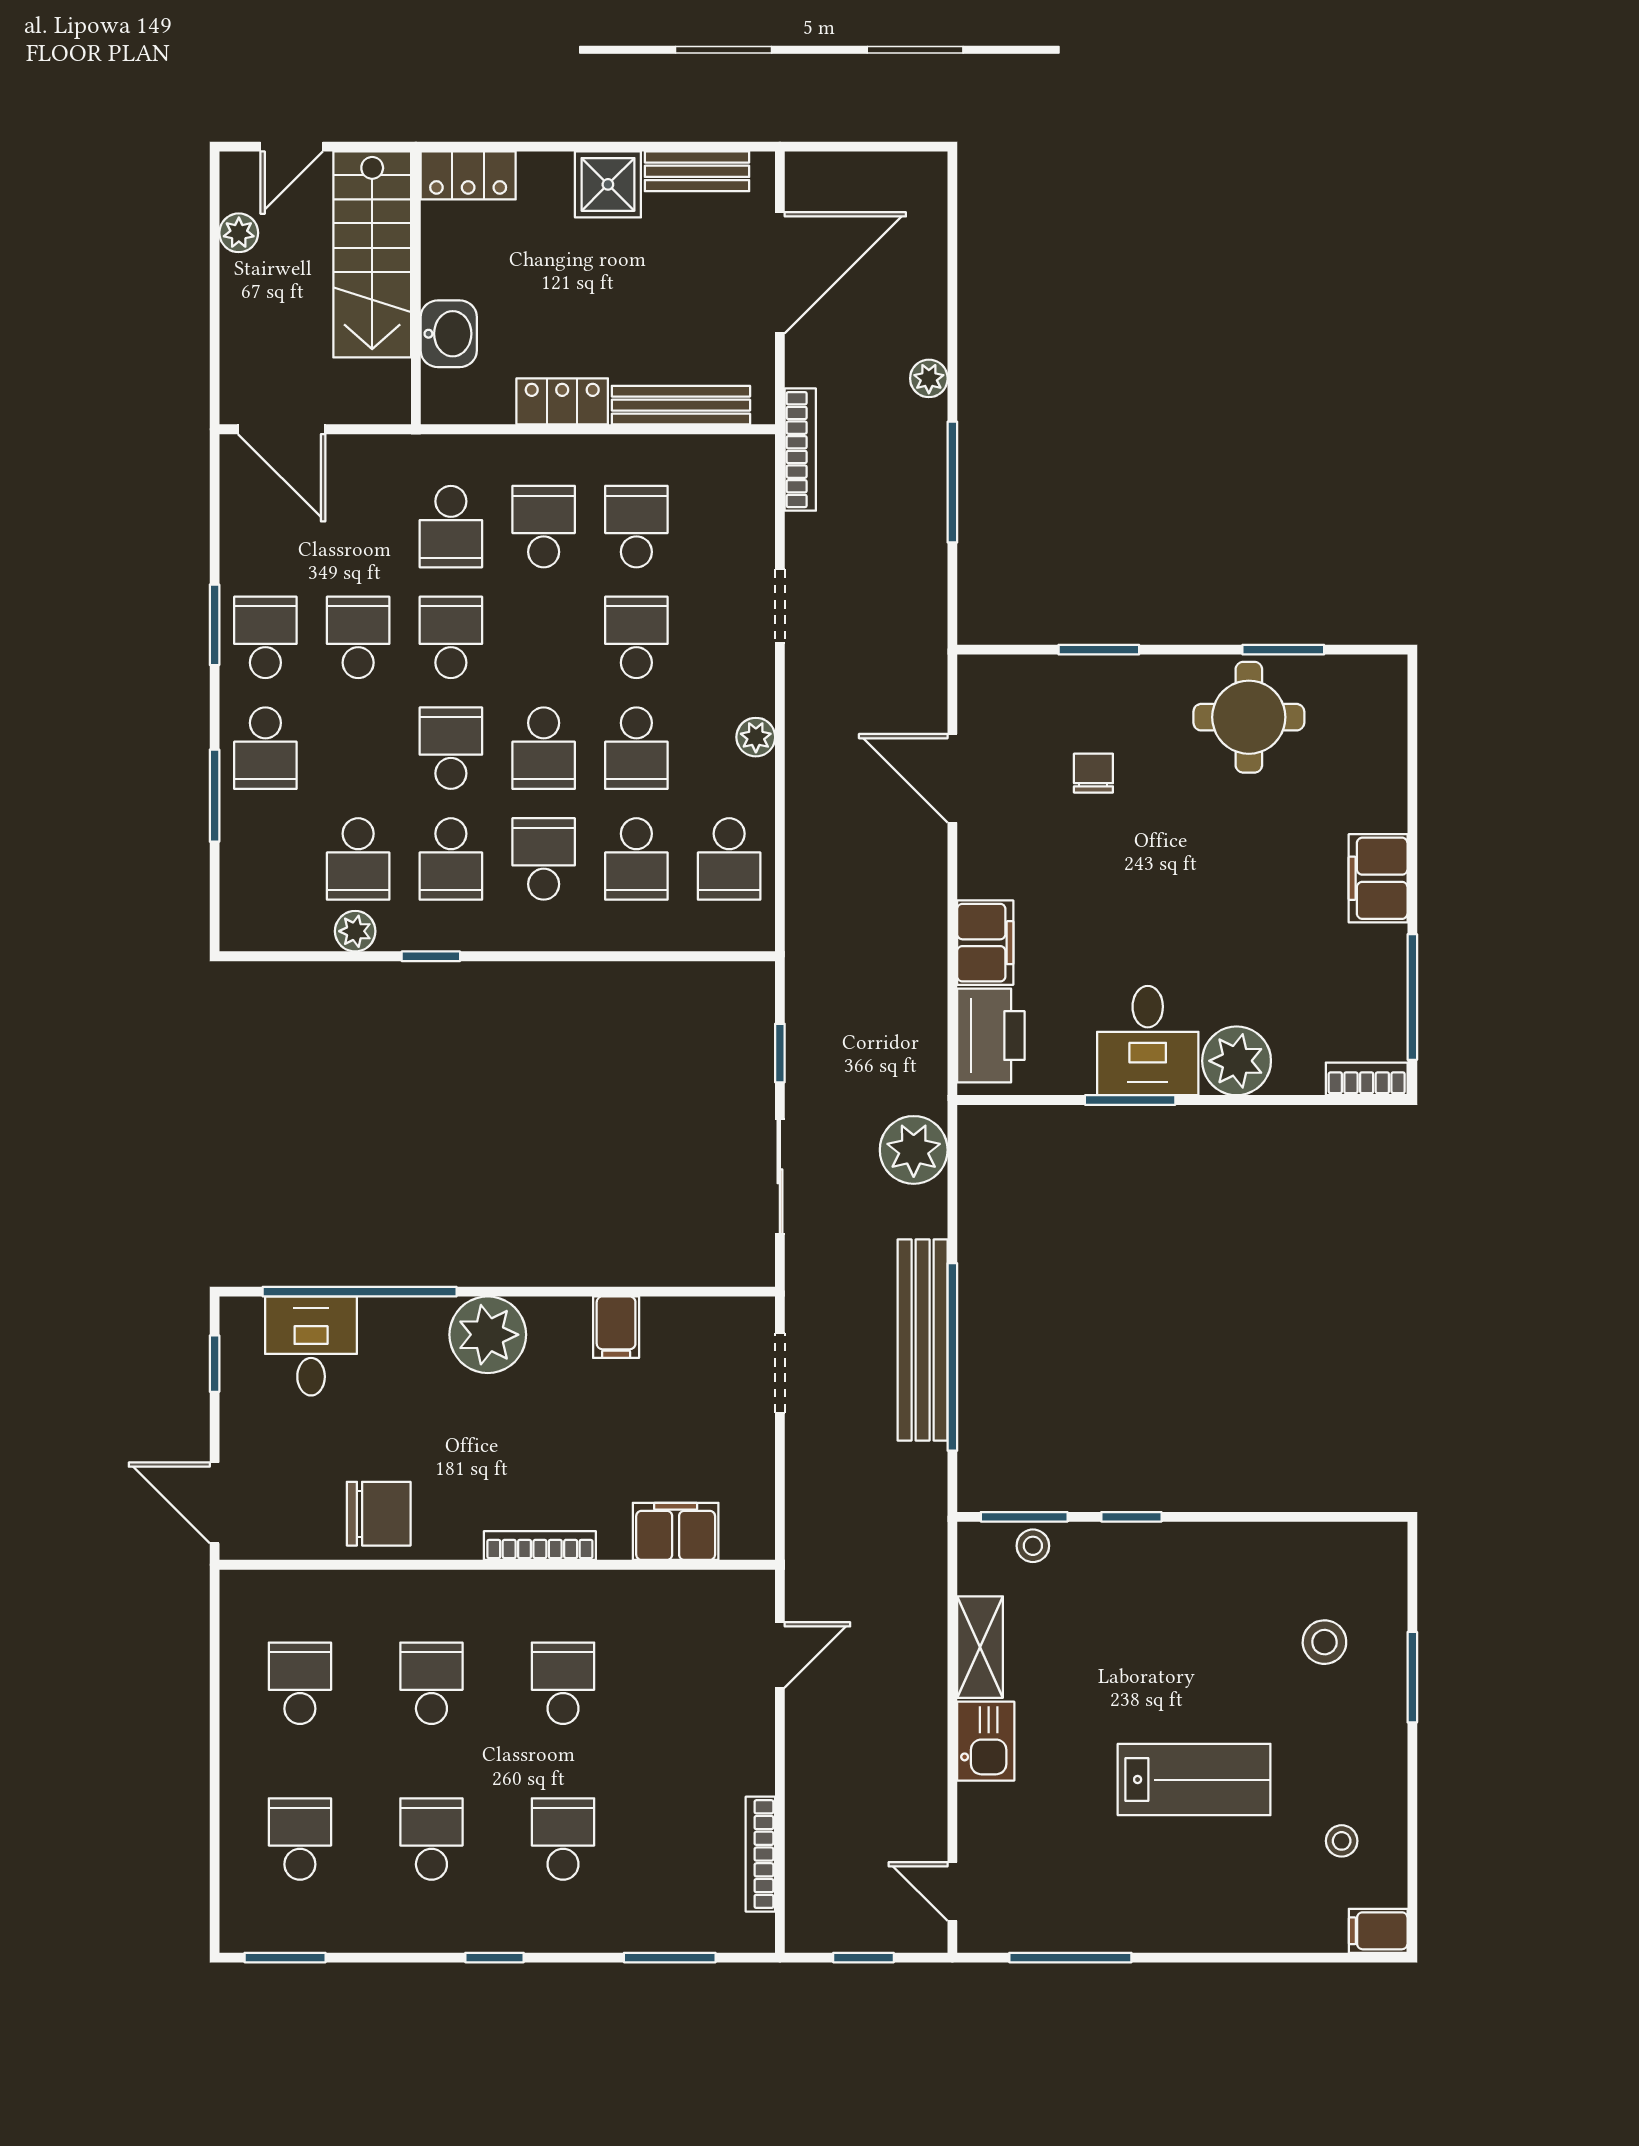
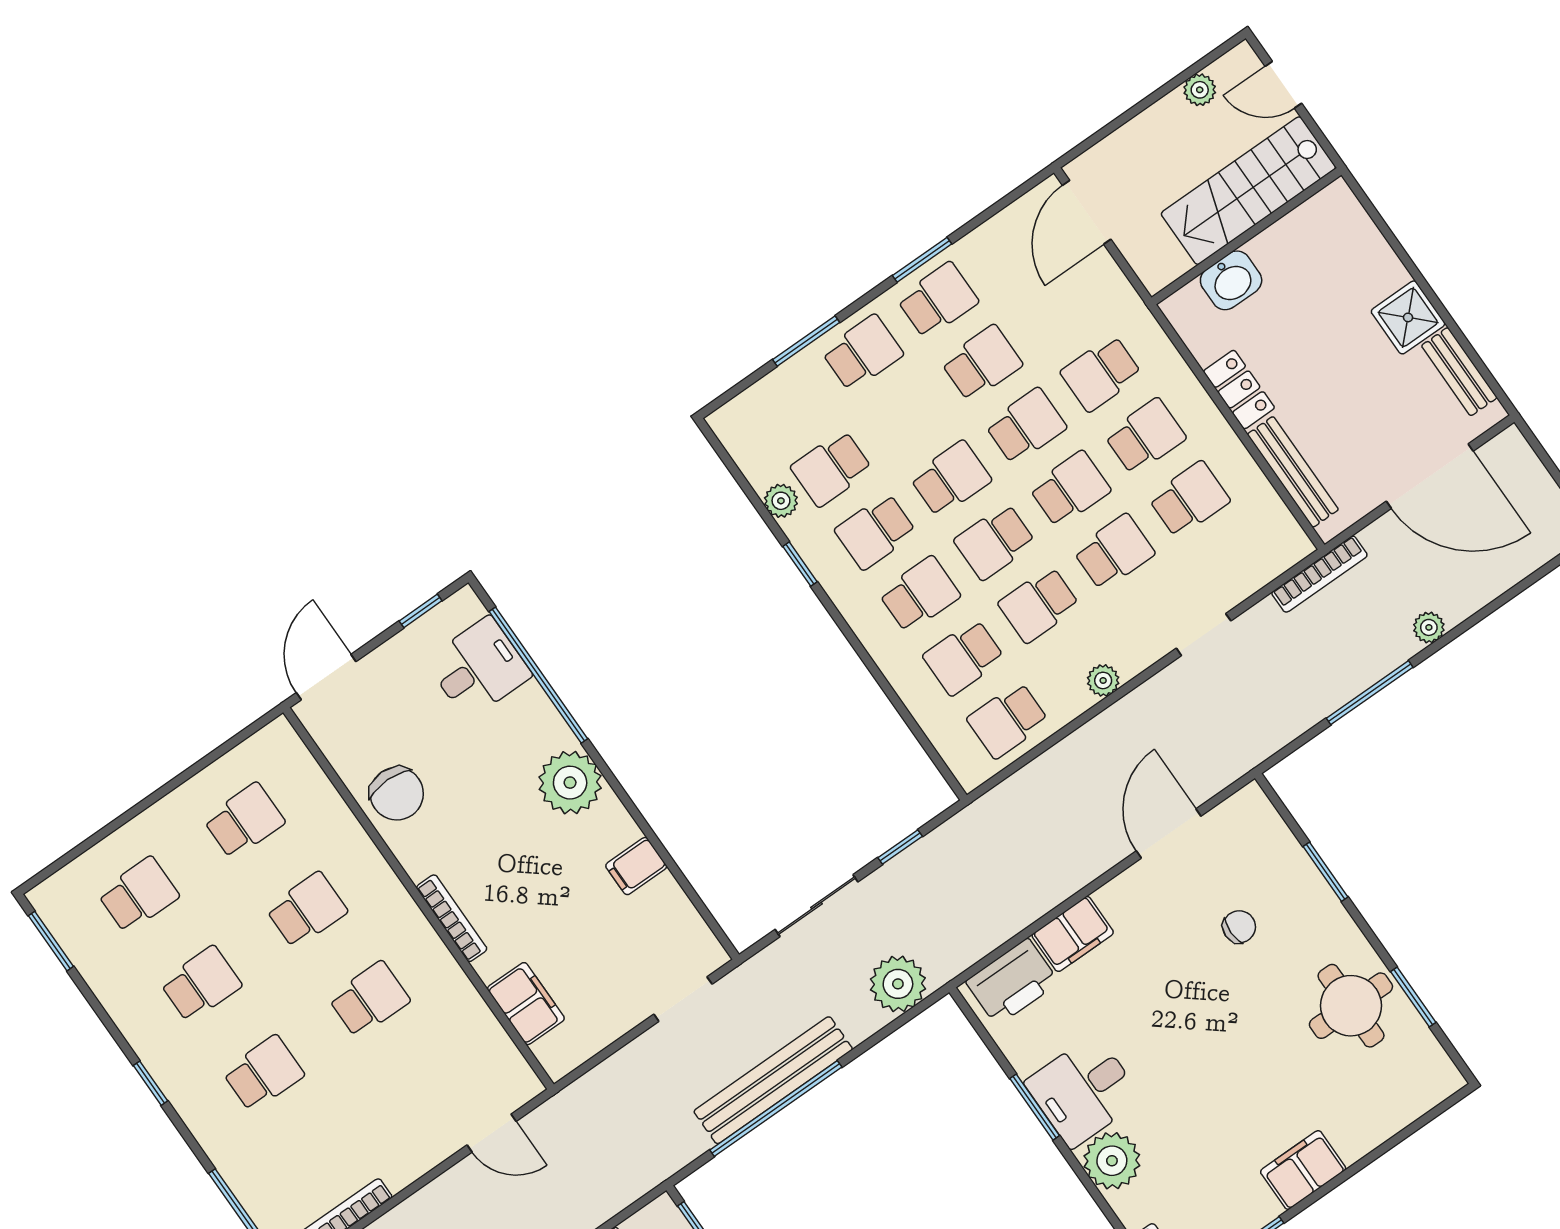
locker: (468, 175) -> (1348, 218), removed
school desk: (544, 637) -> (1070, 489), added
school desk: (265, 748) -> (863, 353), turned 180

